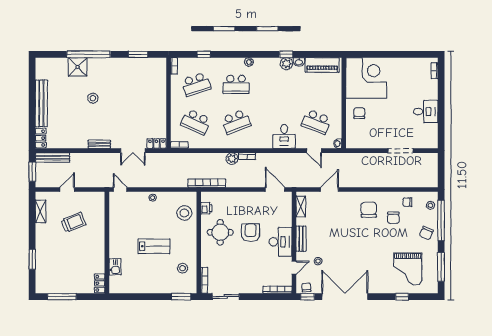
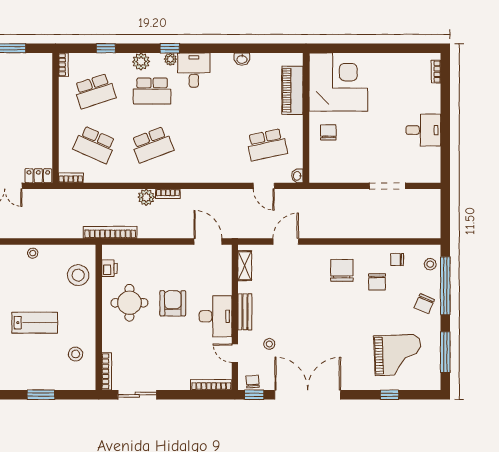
window: (286, 54) -> (170, 48), moved
plant: (287, 64) -> (141, 62), moved
piano: (322, 65) -> (292, 90), moved, turned 90
school desk: (316, 122) -> (267, 145), turned -33
desk: (284, 136) -> (194, 70), moved, turned 180
door: (294, 268) -> (235, 353), swing flipped
grand piano: (408, 269) -> (398, 355), turned -92
window: (181, 297) -> (41, 395), moved

